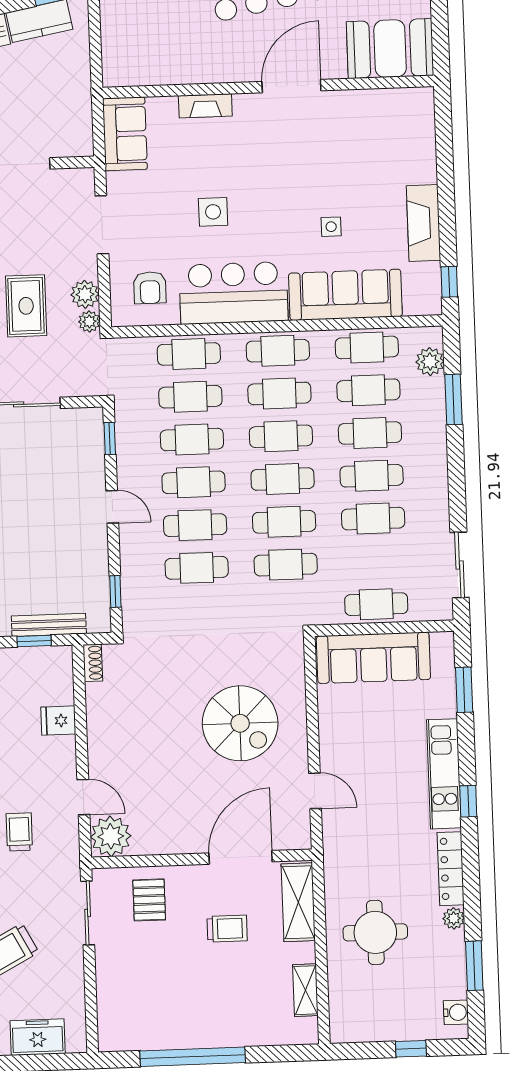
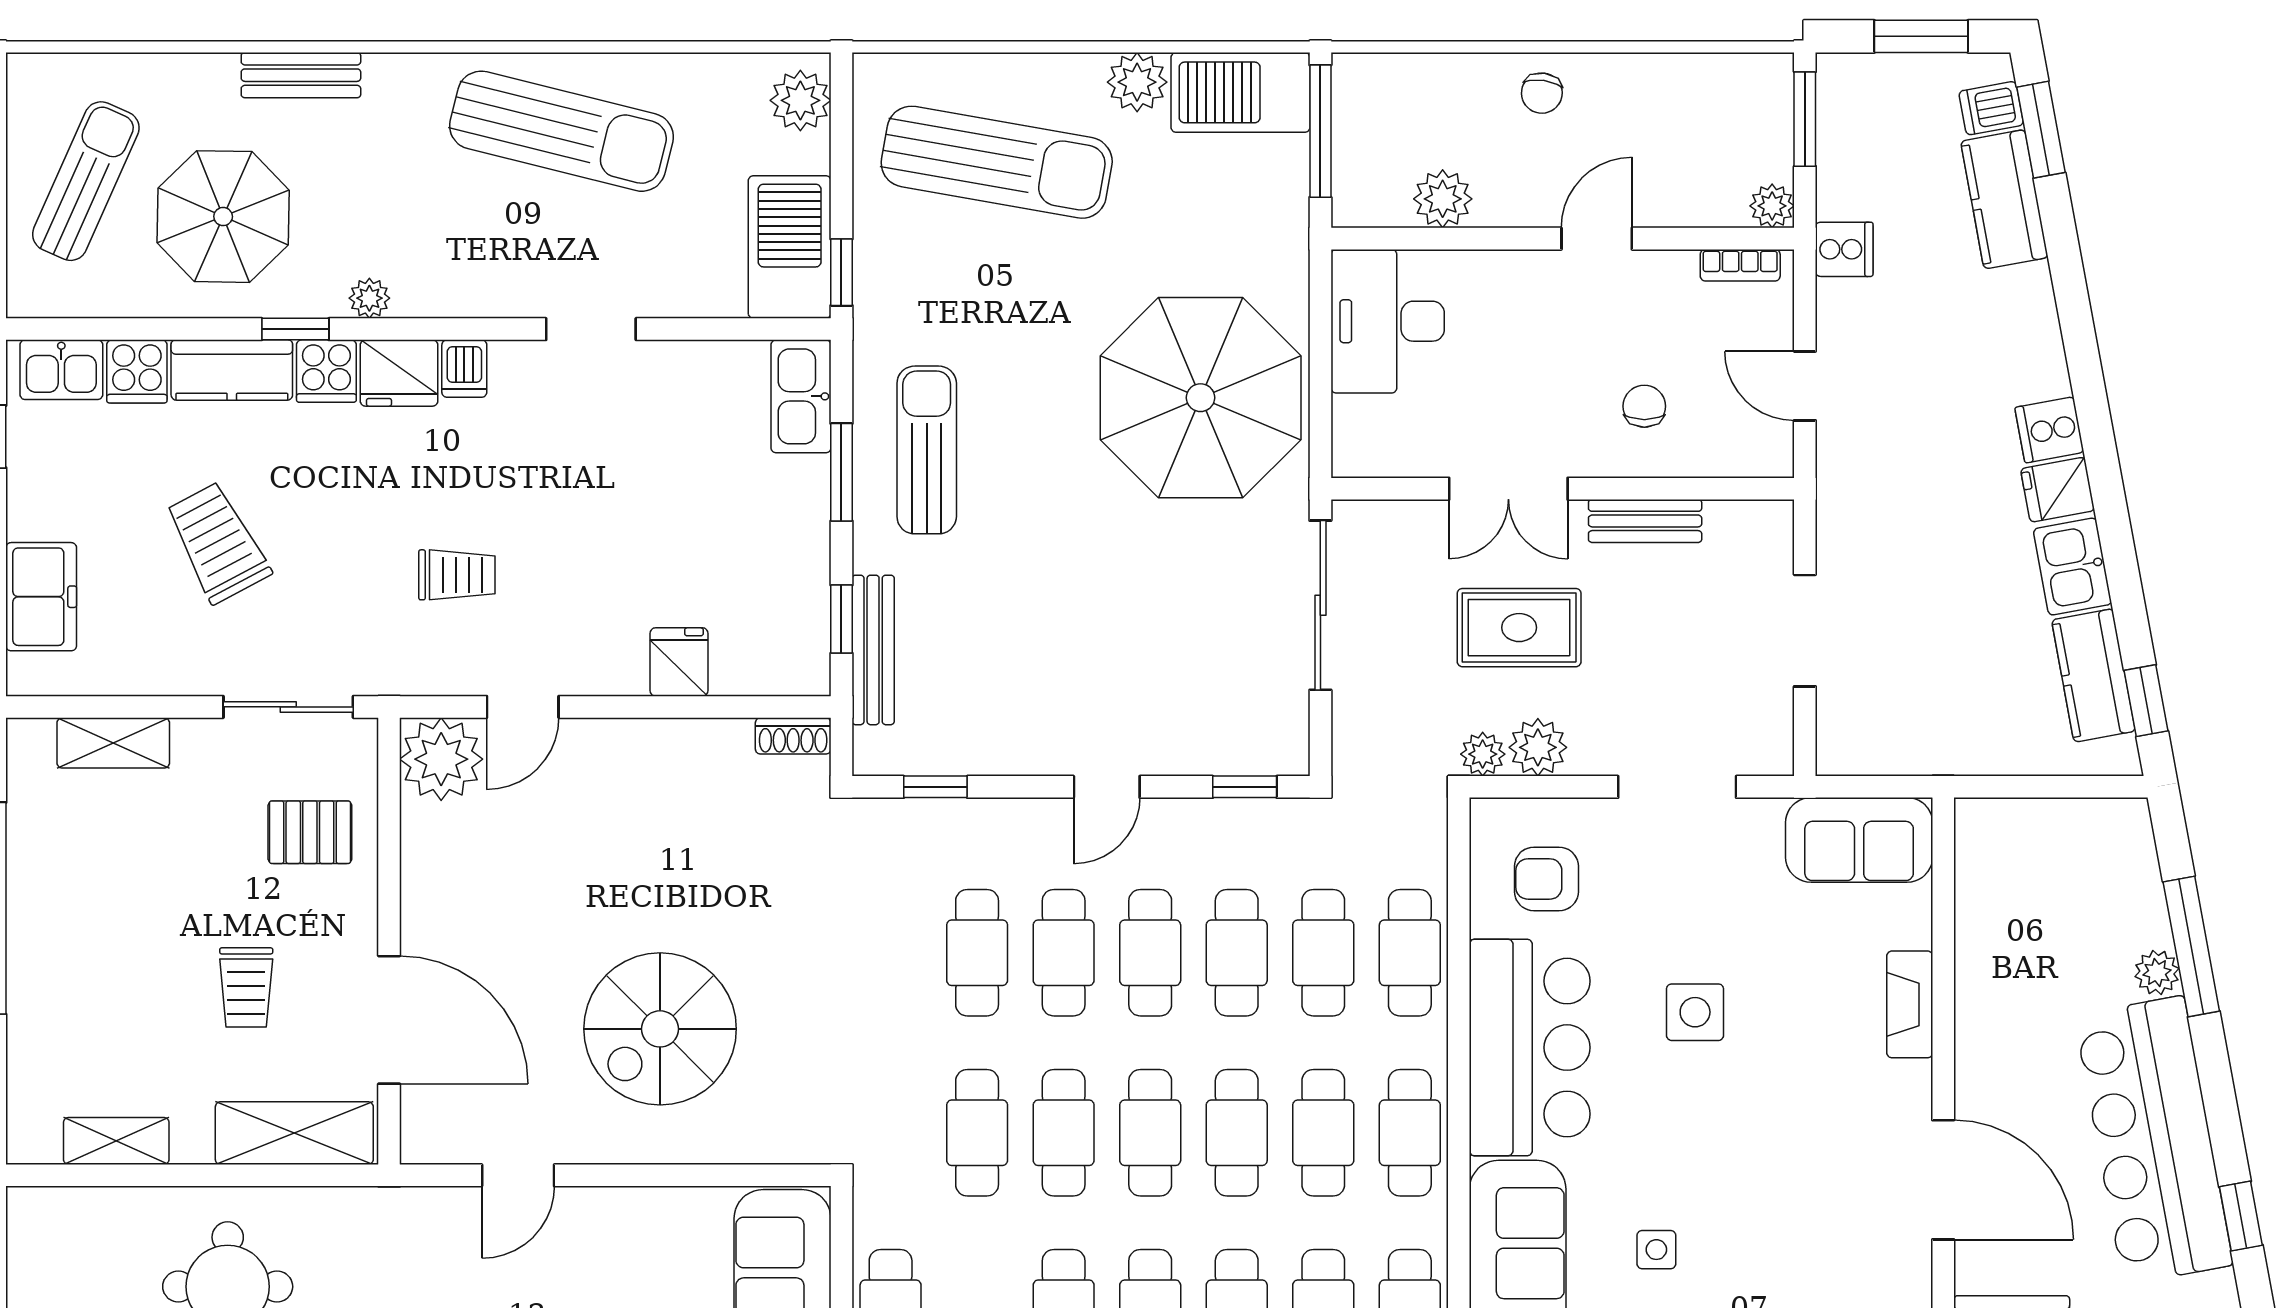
shelving: (109, 999) -> (113, 743), added

